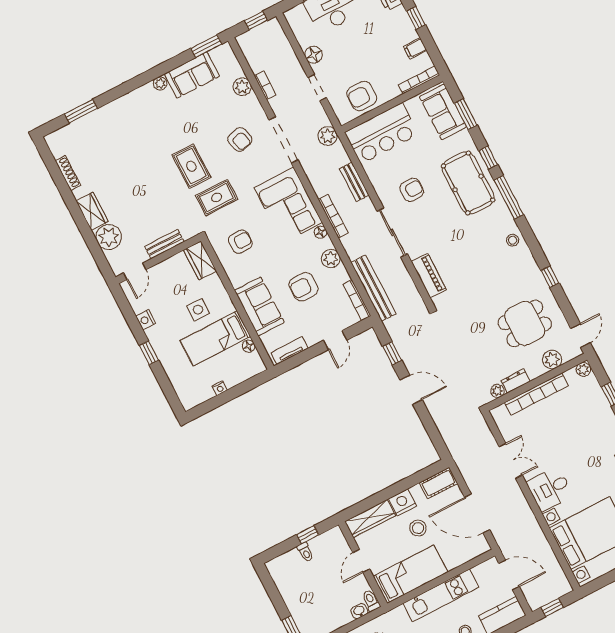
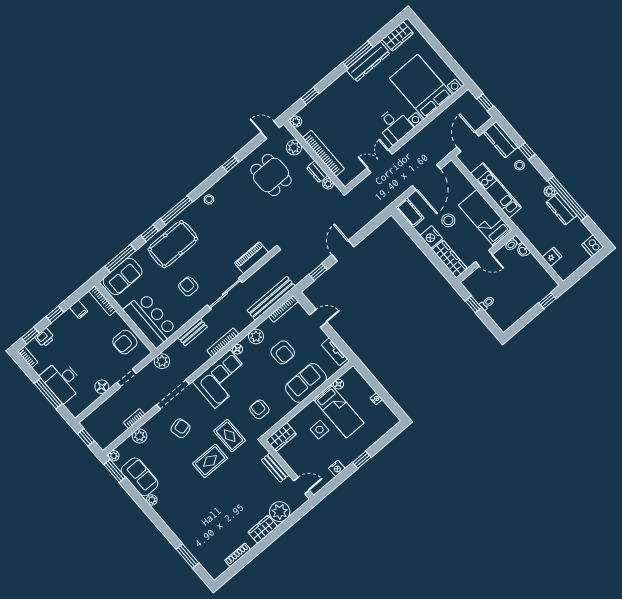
plant: (225, 49) -> (114, 456), added
armchair: (362, 96) -> (125, 342), turned 90
window: (466, 114) -> (120, 258), width x1.44

